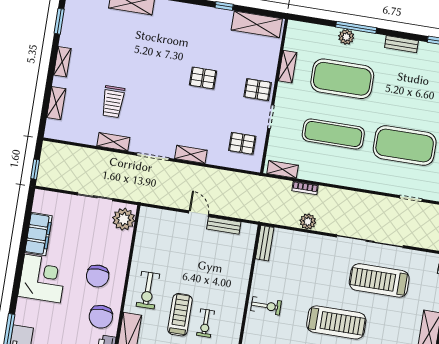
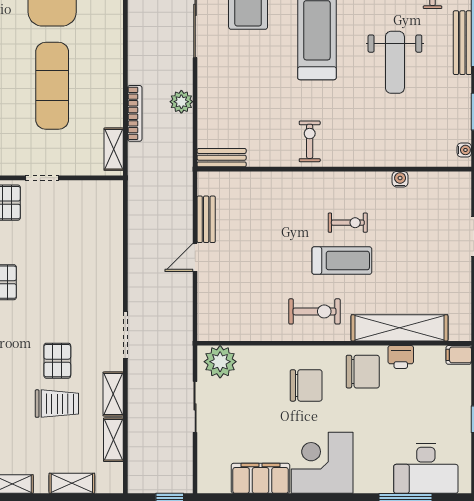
pallet: (242, 143) -> (57, 361), moved
shelving: (191, 154) -> (113, 440), moved
bookcase: (305, 188) -> (135, 113), width x1.56
treadmill: (180, 315) -> (342, 261), turned 180

